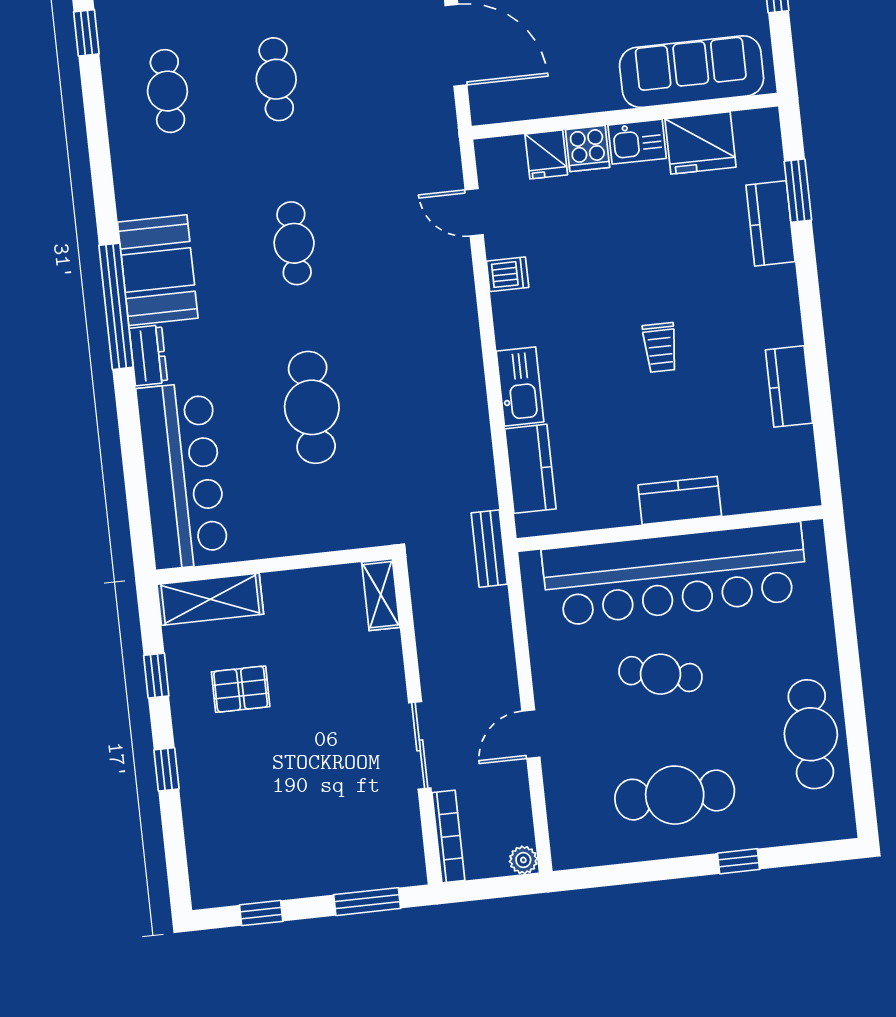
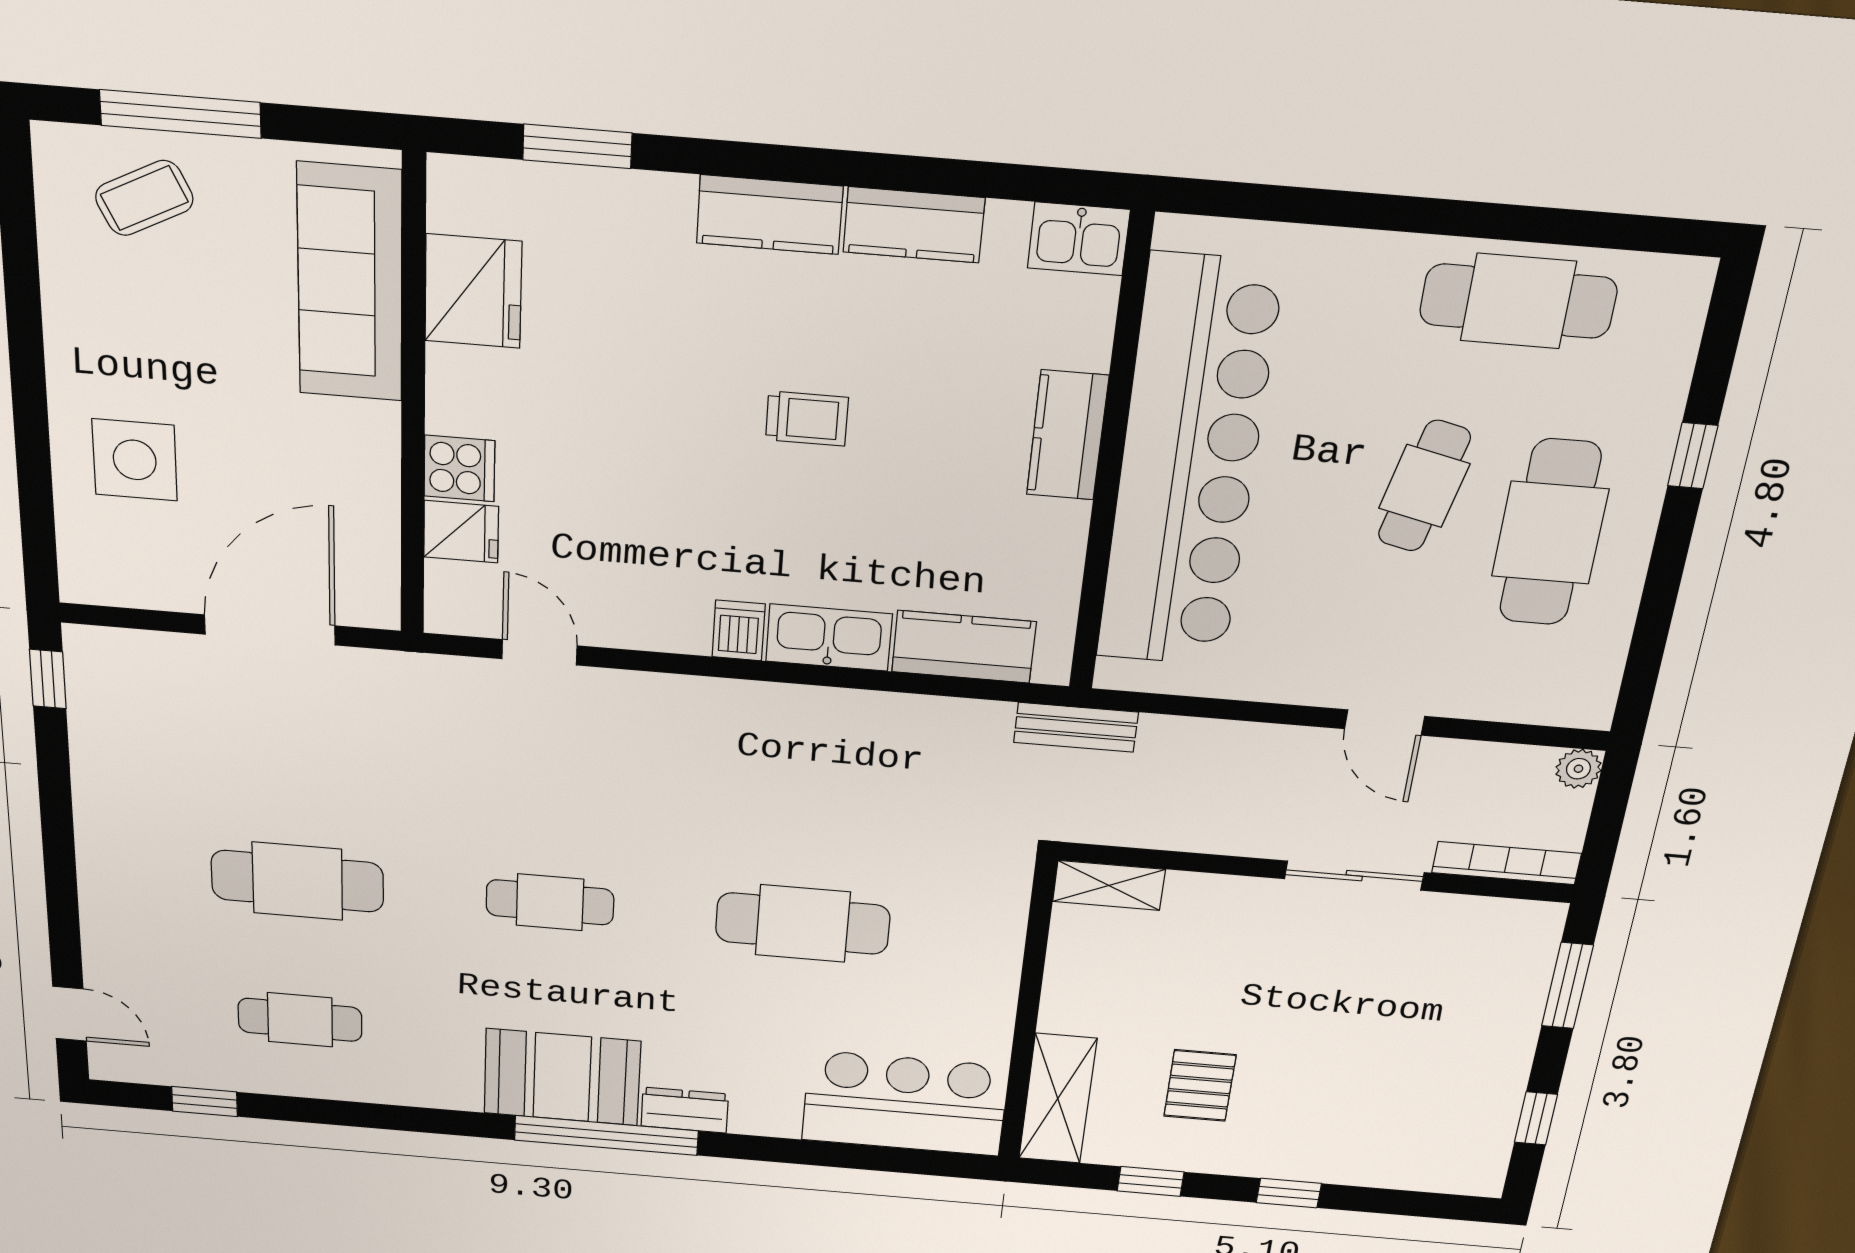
cafe table: (276, 79) -> (297, 881), width x1.37, depth x1.35
kitchen sink: (637, 142) -> (1079, 239), moved, turned 90
door: (474, 212) -> (539, 652), swing flipped
kitchen counter: (770, 223) -> (770, 215), moved
dishwasher: (508, 274) -> (739, 630), moved
bar counter: (182, 476) -> (905, 1103), width x0.73
cafe table: (661, 674) -> (1424, 486), moved

